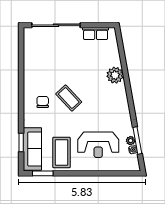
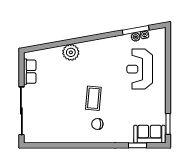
coffee table: (69, 98) -> (93, 98), turned -42
reception desk: (98, 145) -> (140, 69), turned 180
sofa: (32, 149) -> (149, 134), width x0.73
coffee table: (62, 152) -> (147, 105), removed

